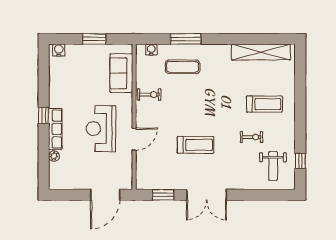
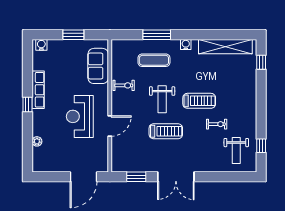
water cooler: (151, 50) -> (186, 45), moved
window: (300, 69) -> (261, 62), added
treadmill: (264, 104) -> (199, 101), moved
weight bench: (191, 110) -> (162, 99), added
row of seats: (55, 129) -> (38, 90), moved

